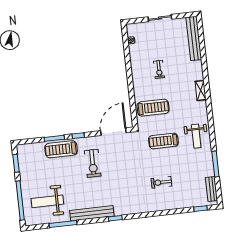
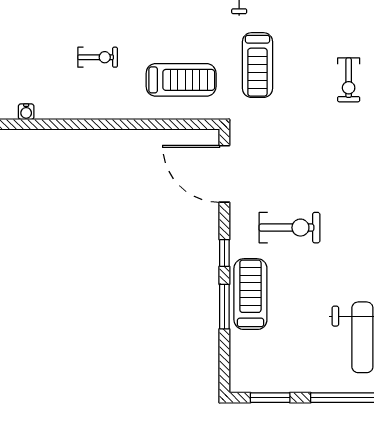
treadmill: (153, 108) -> (181, 80), turned 90
treadmill: (61, 149) -> (250, 294), turned 180

